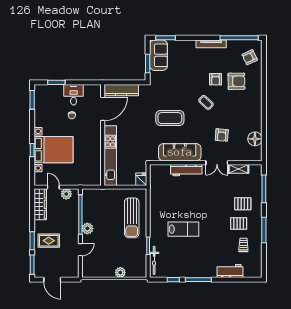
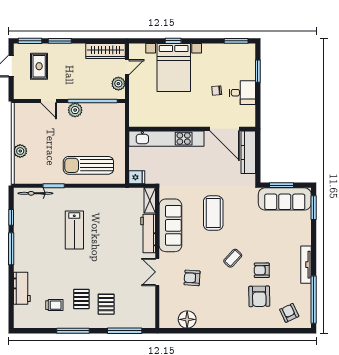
sofa: (159, 55) -> (285, 199), width x1.36
shelving: (238, 169) -> (150, 200), moved
rug: (49, 241) -> (39, 66), moved

